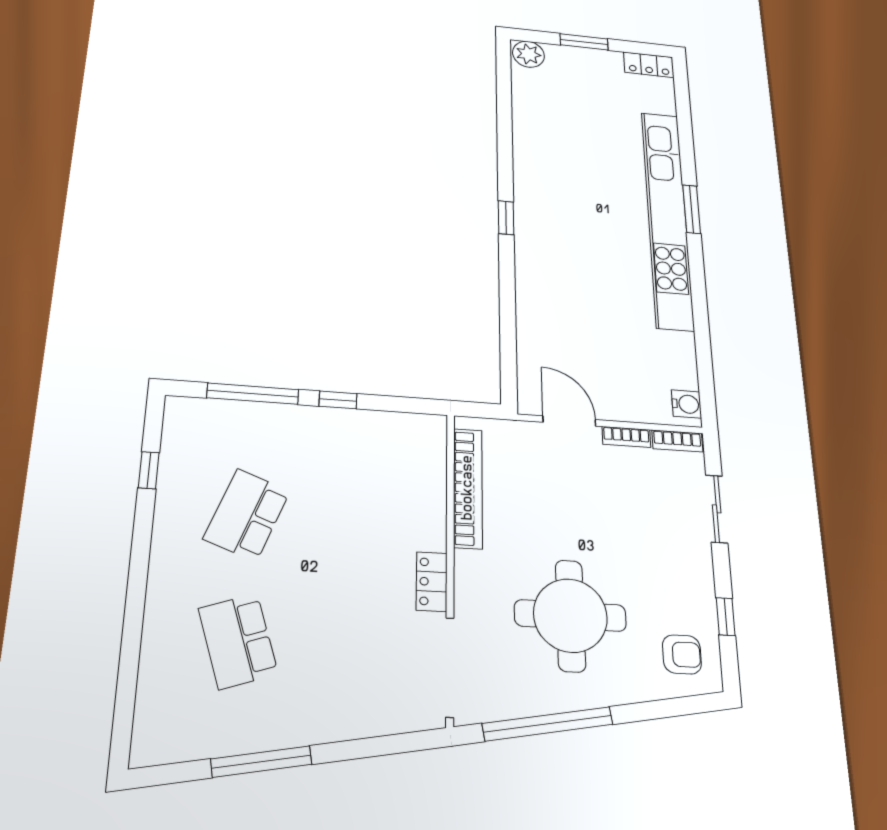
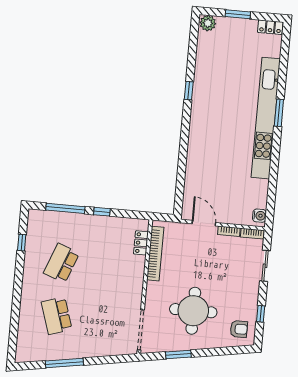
window: (506, 218) -> (189, 91), moved
locker: (432, 582) -> (141, 243), moved
window: (548, 724) -> (178, 354), width x0.47

